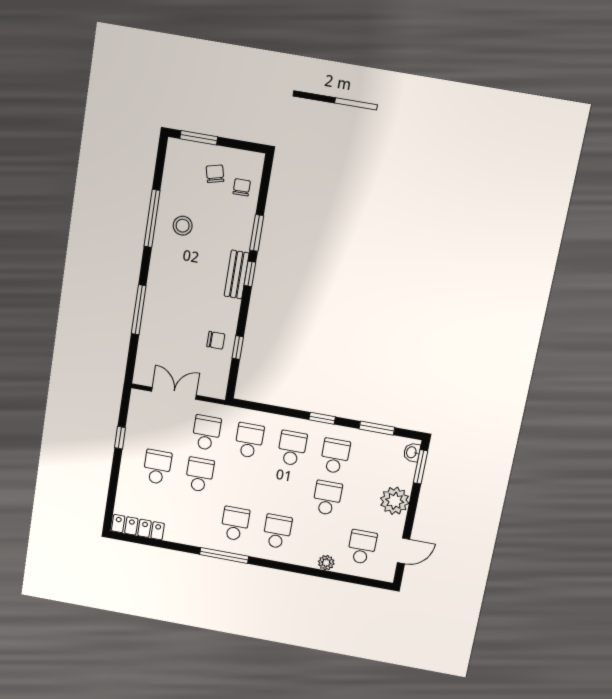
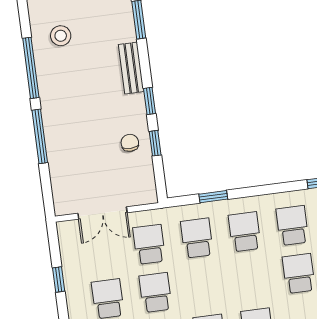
window: (152, 218) -> (31, 68), moved
window: (250, 274) -> (150, 101), moved
chair: (216, 340) -> (130, 143), turned -90
double door: (174, 393) -> (102, 213), swing flipped
window: (322, 418) -> (213, 197), moved

